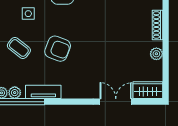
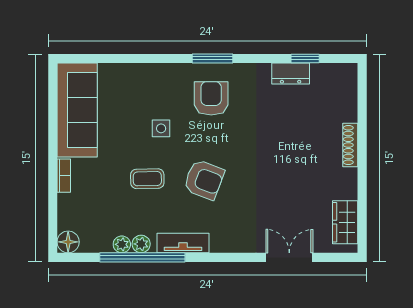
coffee table: (19, 48) -> (147, 179), turned -39
plant: (156, 54) -> (349, 187), removed
wardrobe: (148, 90) -> (345, 222), moved, turned -90

